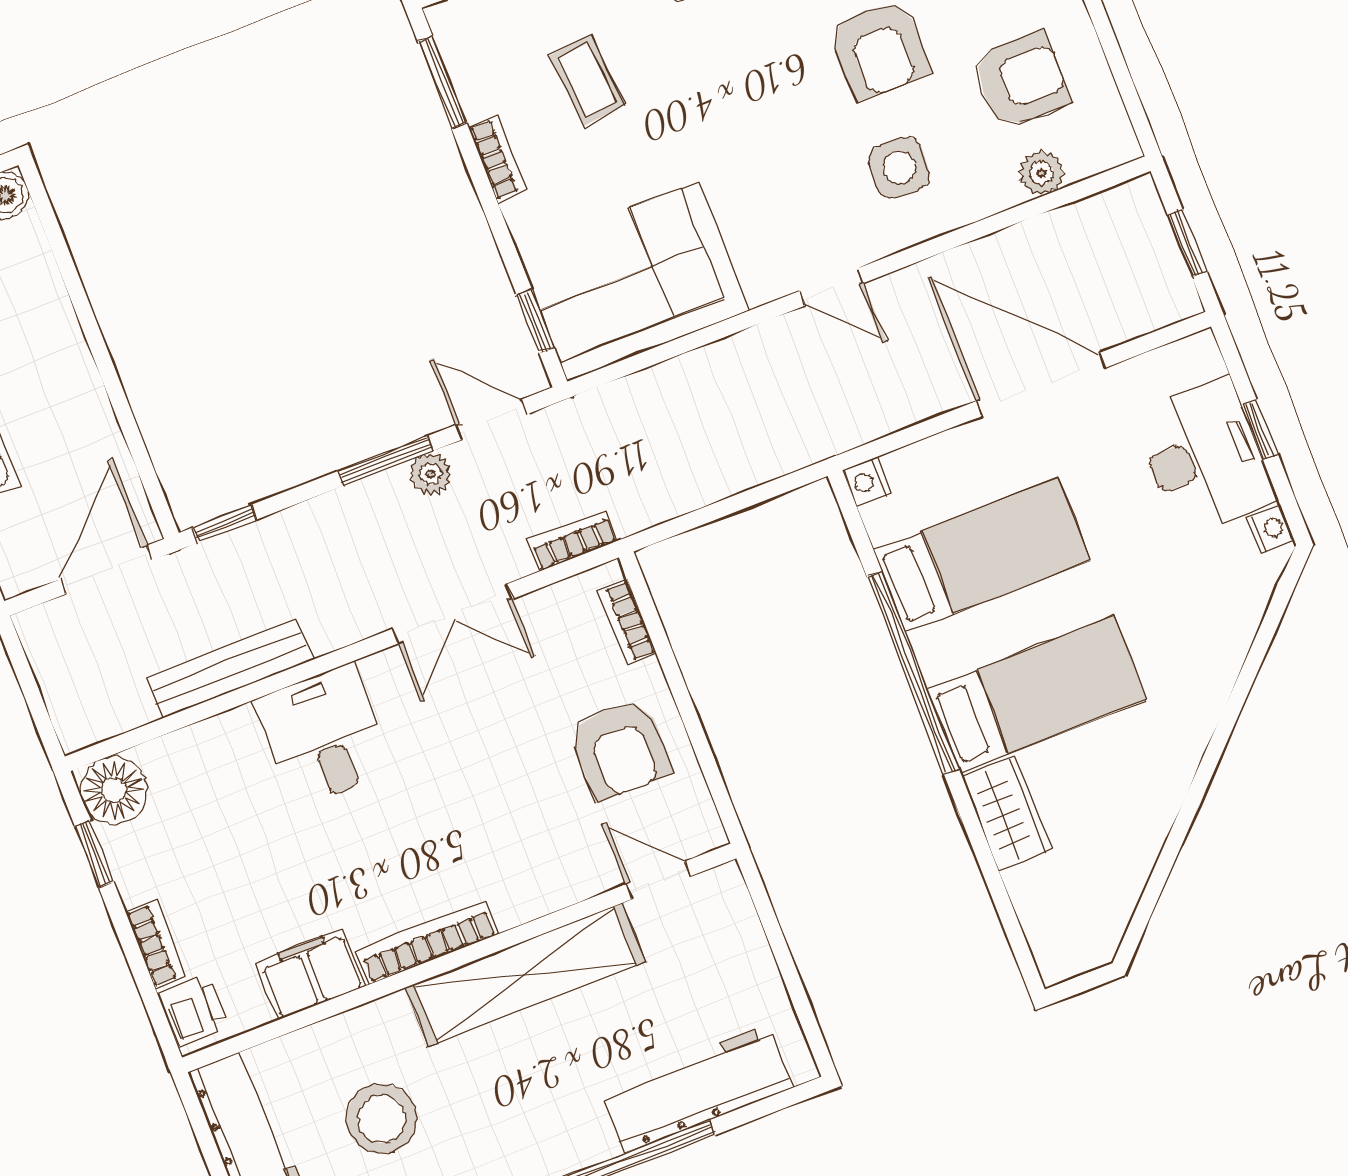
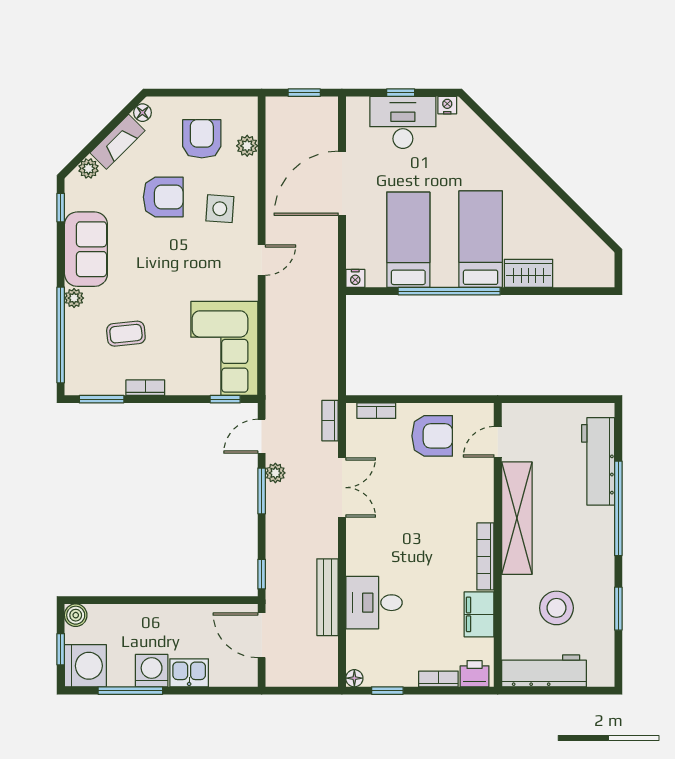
desk: (324, 735) -> (374, 603), moved
floor lamp: (114, 790) -> (354, 678), width x0.53, depth x0.53

